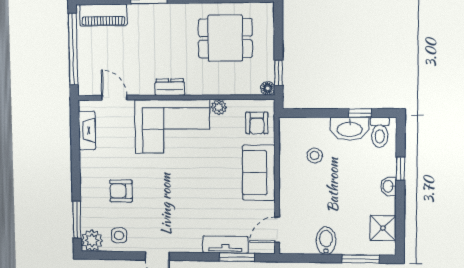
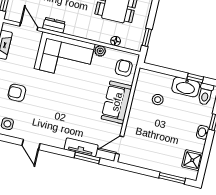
dresser: (170, 87) -> (54, 25), moved
floor lamp: (268, 88) -> (116, 41), moved
armchair: (257, 123) -> (124, 68), turned 180
bidet: (326, 241) -> (151, 160), removed

